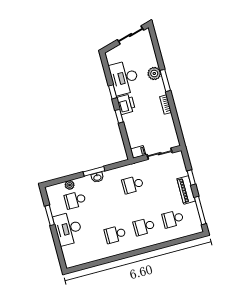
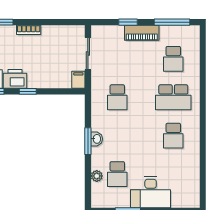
school desk: (144, 227) -> (173, 97), width x1.85

